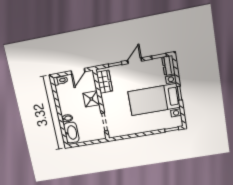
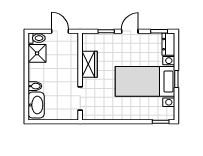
door: (78, 71) -> (60, 31), swing flipped
wardrobe: (104, 82) -> (90, 64), moved
shower: (91, 99) -> (37, 53), moved

